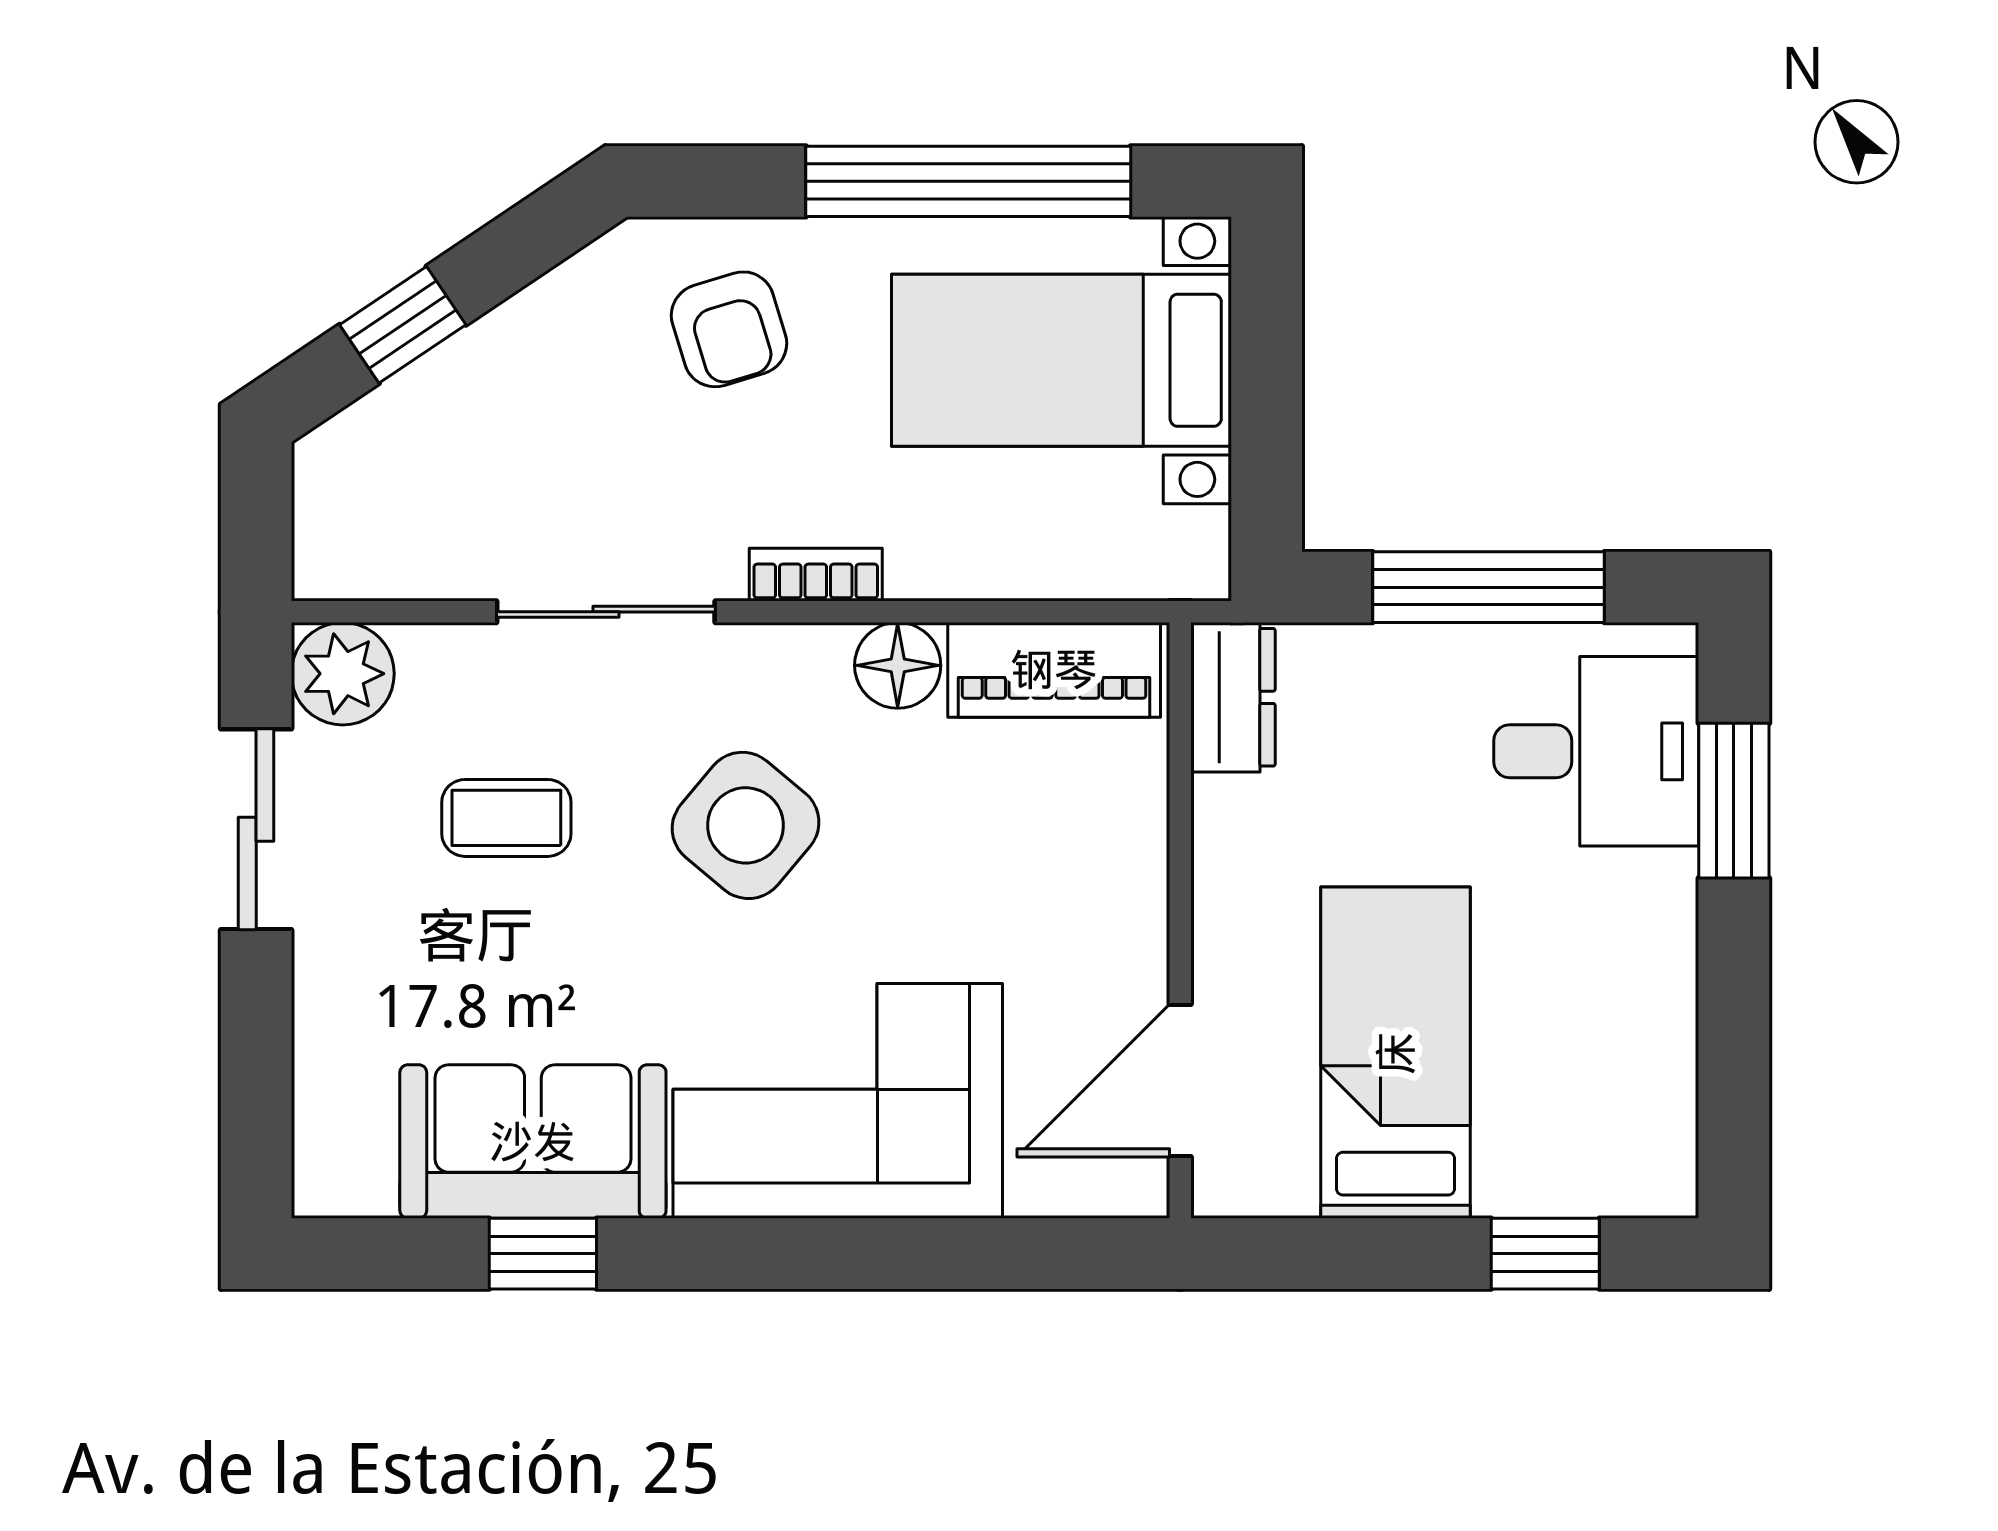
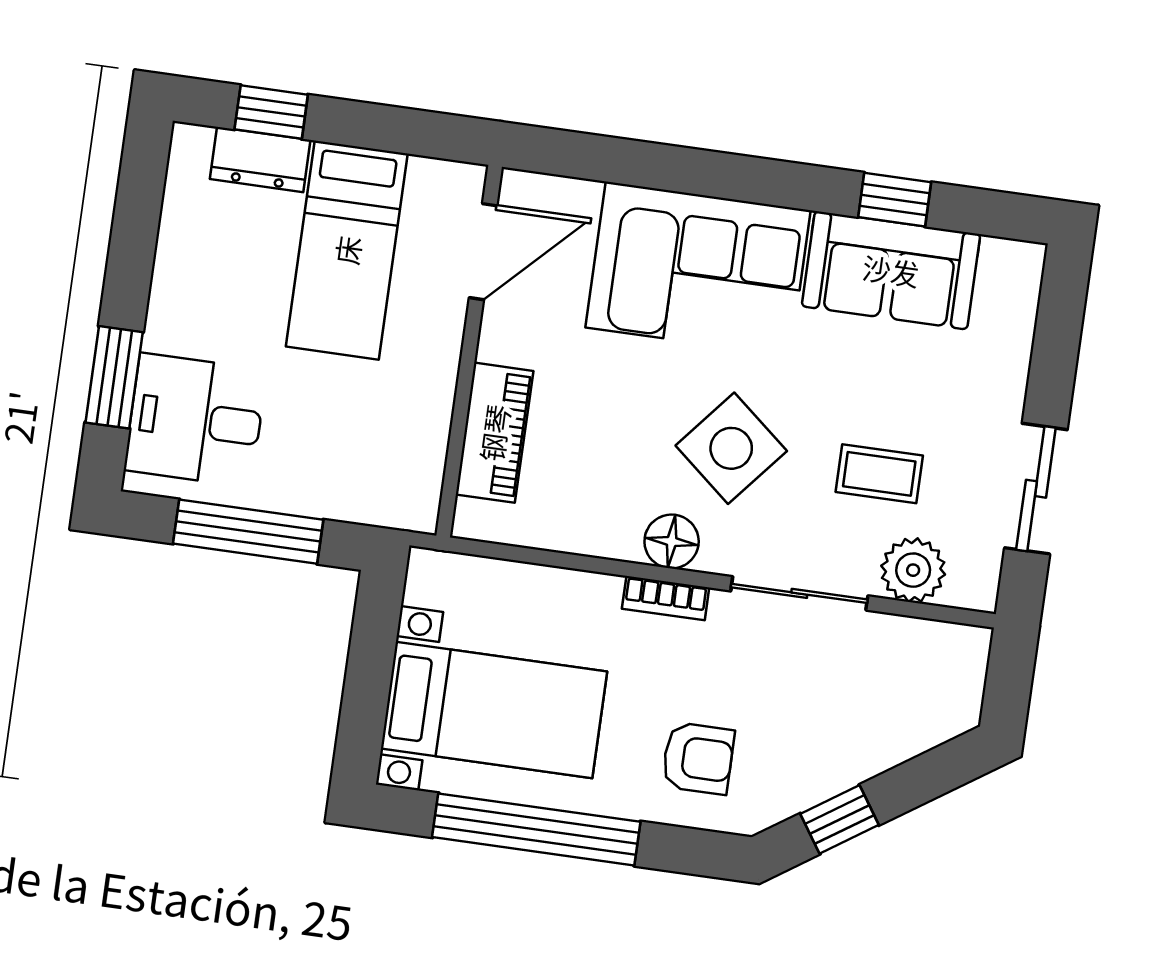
window: (403, 325) -> (840, 819), moved
armchair: (729, 329) -> (698, 758), turned 107
floor lamp: (898, 665) -> (672, 541), moved
piano: (1054, 670) -> (494, 433), moved, turned 90
plant: (343, 674) -> (913, 570), moved
dresser: (1233, 697) -> (260, 160), moved, turned -90

